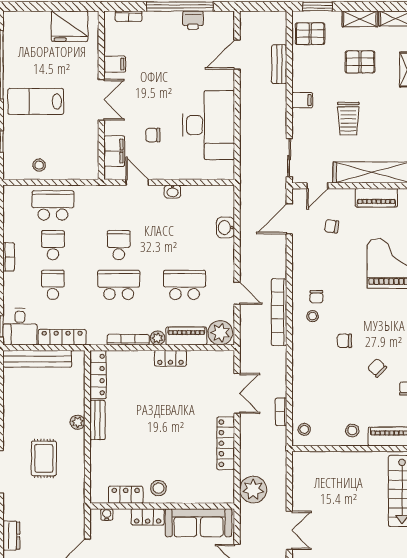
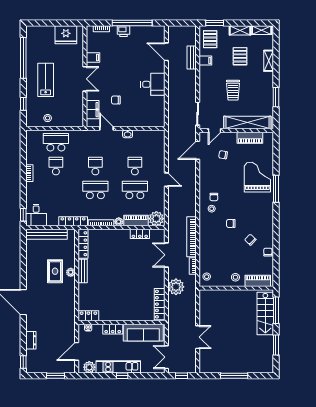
printer: (193, 20) -> (123, 31), moved
pallet: (310, 34) -> (210, 39), turned 90
door: (237, 55) -> (166, 52), hinge flipped
pallet: (360, 62) -> (240, 56), turned 90
filing cabinet: (302, 100) -> (205, 61), moved
lab bench: (36, 101) -> (46, 80), turned 90
desk: (209, 125) -> (153, 84), width x0.53, depth x0.77
washbasin: (226, 228) -> (159, 155), removed
school desk: (53, 285) -> (135, 166), moved
door: (237, 293) -> (166, 180), moved
bookcase: (279, 312) -> (192, 237), moved
locker: (62, 337) -> (73, 221), moved
locker: (170, 358) -> (140, 234), moved
double door: (237, 393) -> (166, 255), swing flipped
locker: (226, 443) -> (160, 304), moved
rug: (44, 458) -> (55, 271), moved
stool: (159, 488) -> (119, 312), removed
plant: (253, 490) -> (176, 287), moved
locker: (126, 495) -> (88, 316), moved

